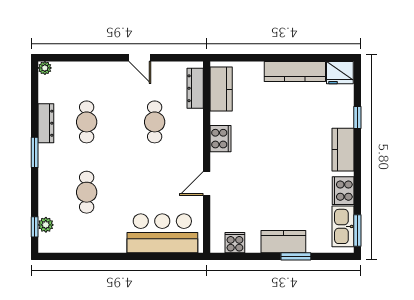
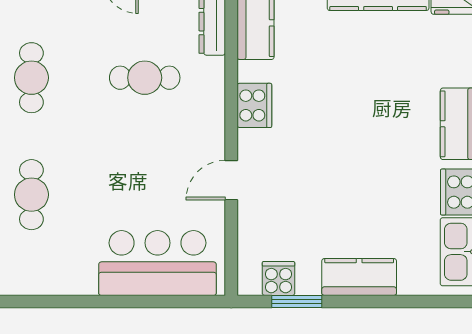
cafe table: (155, 122) -> (145, 78), turned 90
window: (296, 256) -> (297, 301), moved

